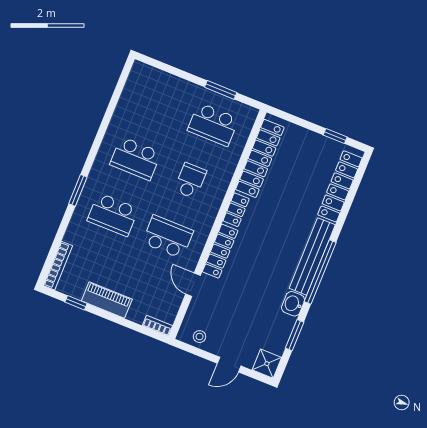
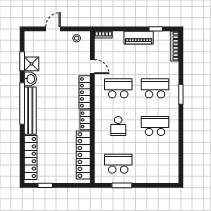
school desk: (168, 237) -> (118, 88), turned 180
shower: (267, 364) -> (31, 64), moved

